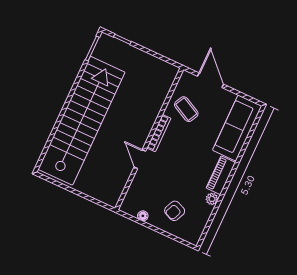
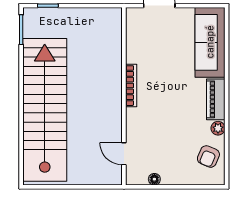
coffee table: (186, 109) -> (148, 47), removed
door: (140, 159) -> (124, 154), moved
armchair: (175, 211) -> (208, 157), moved

